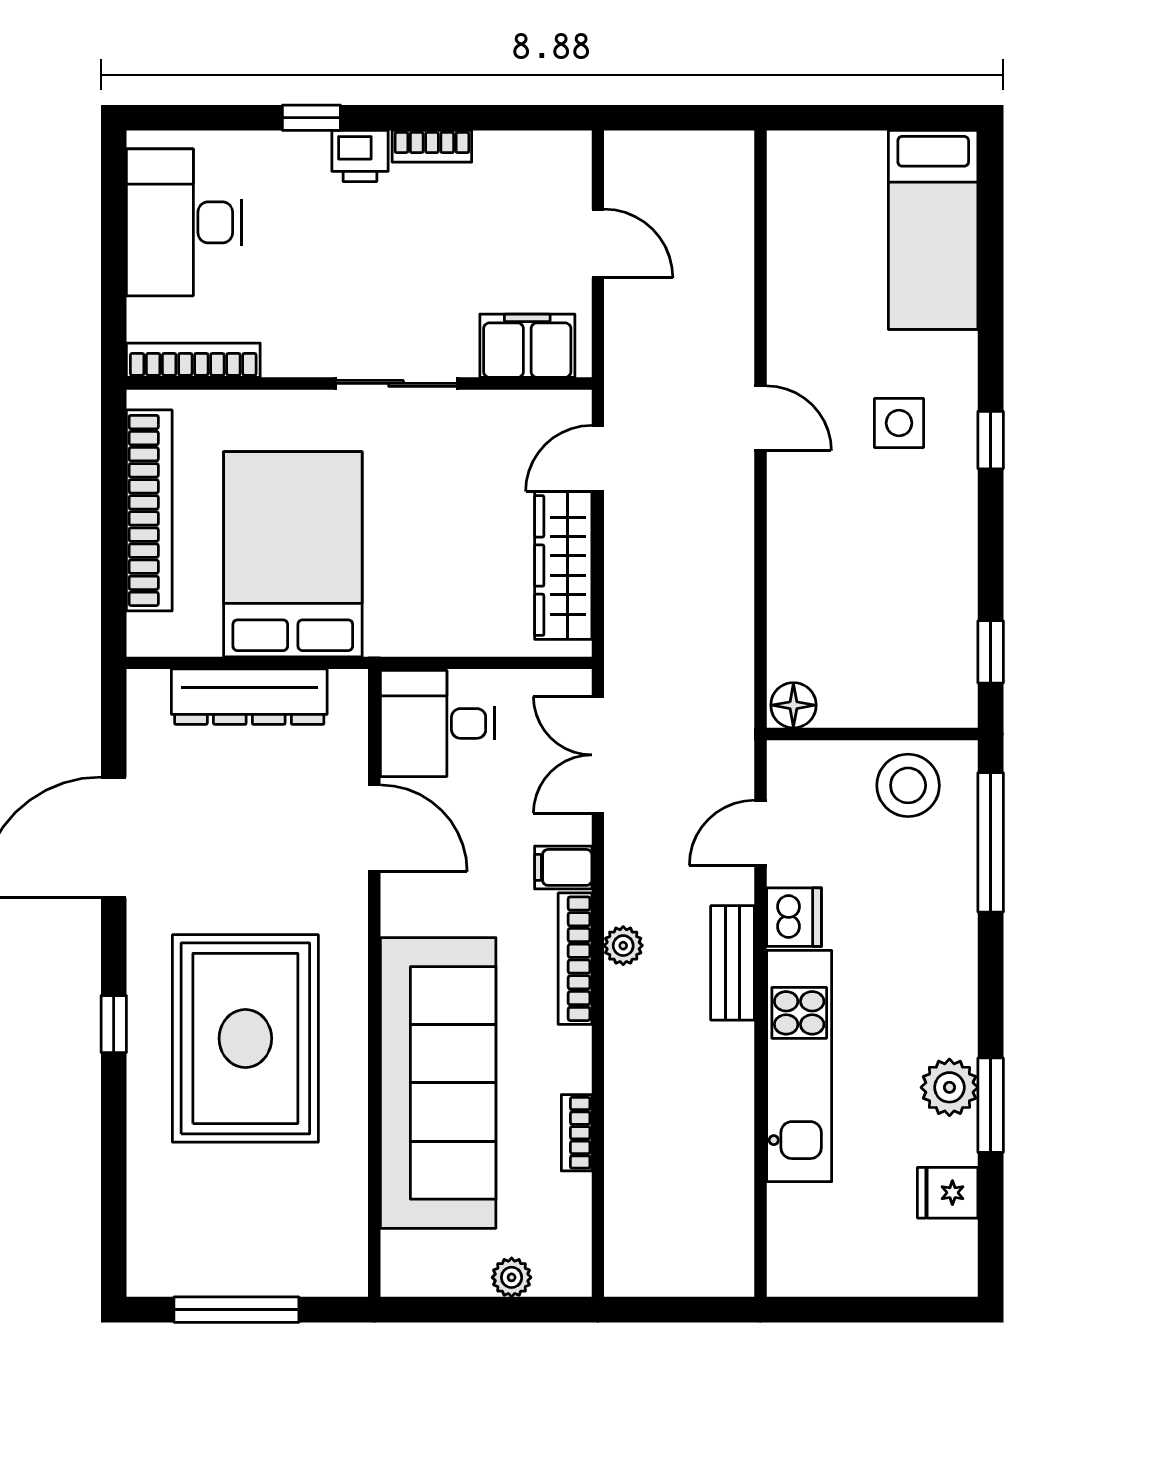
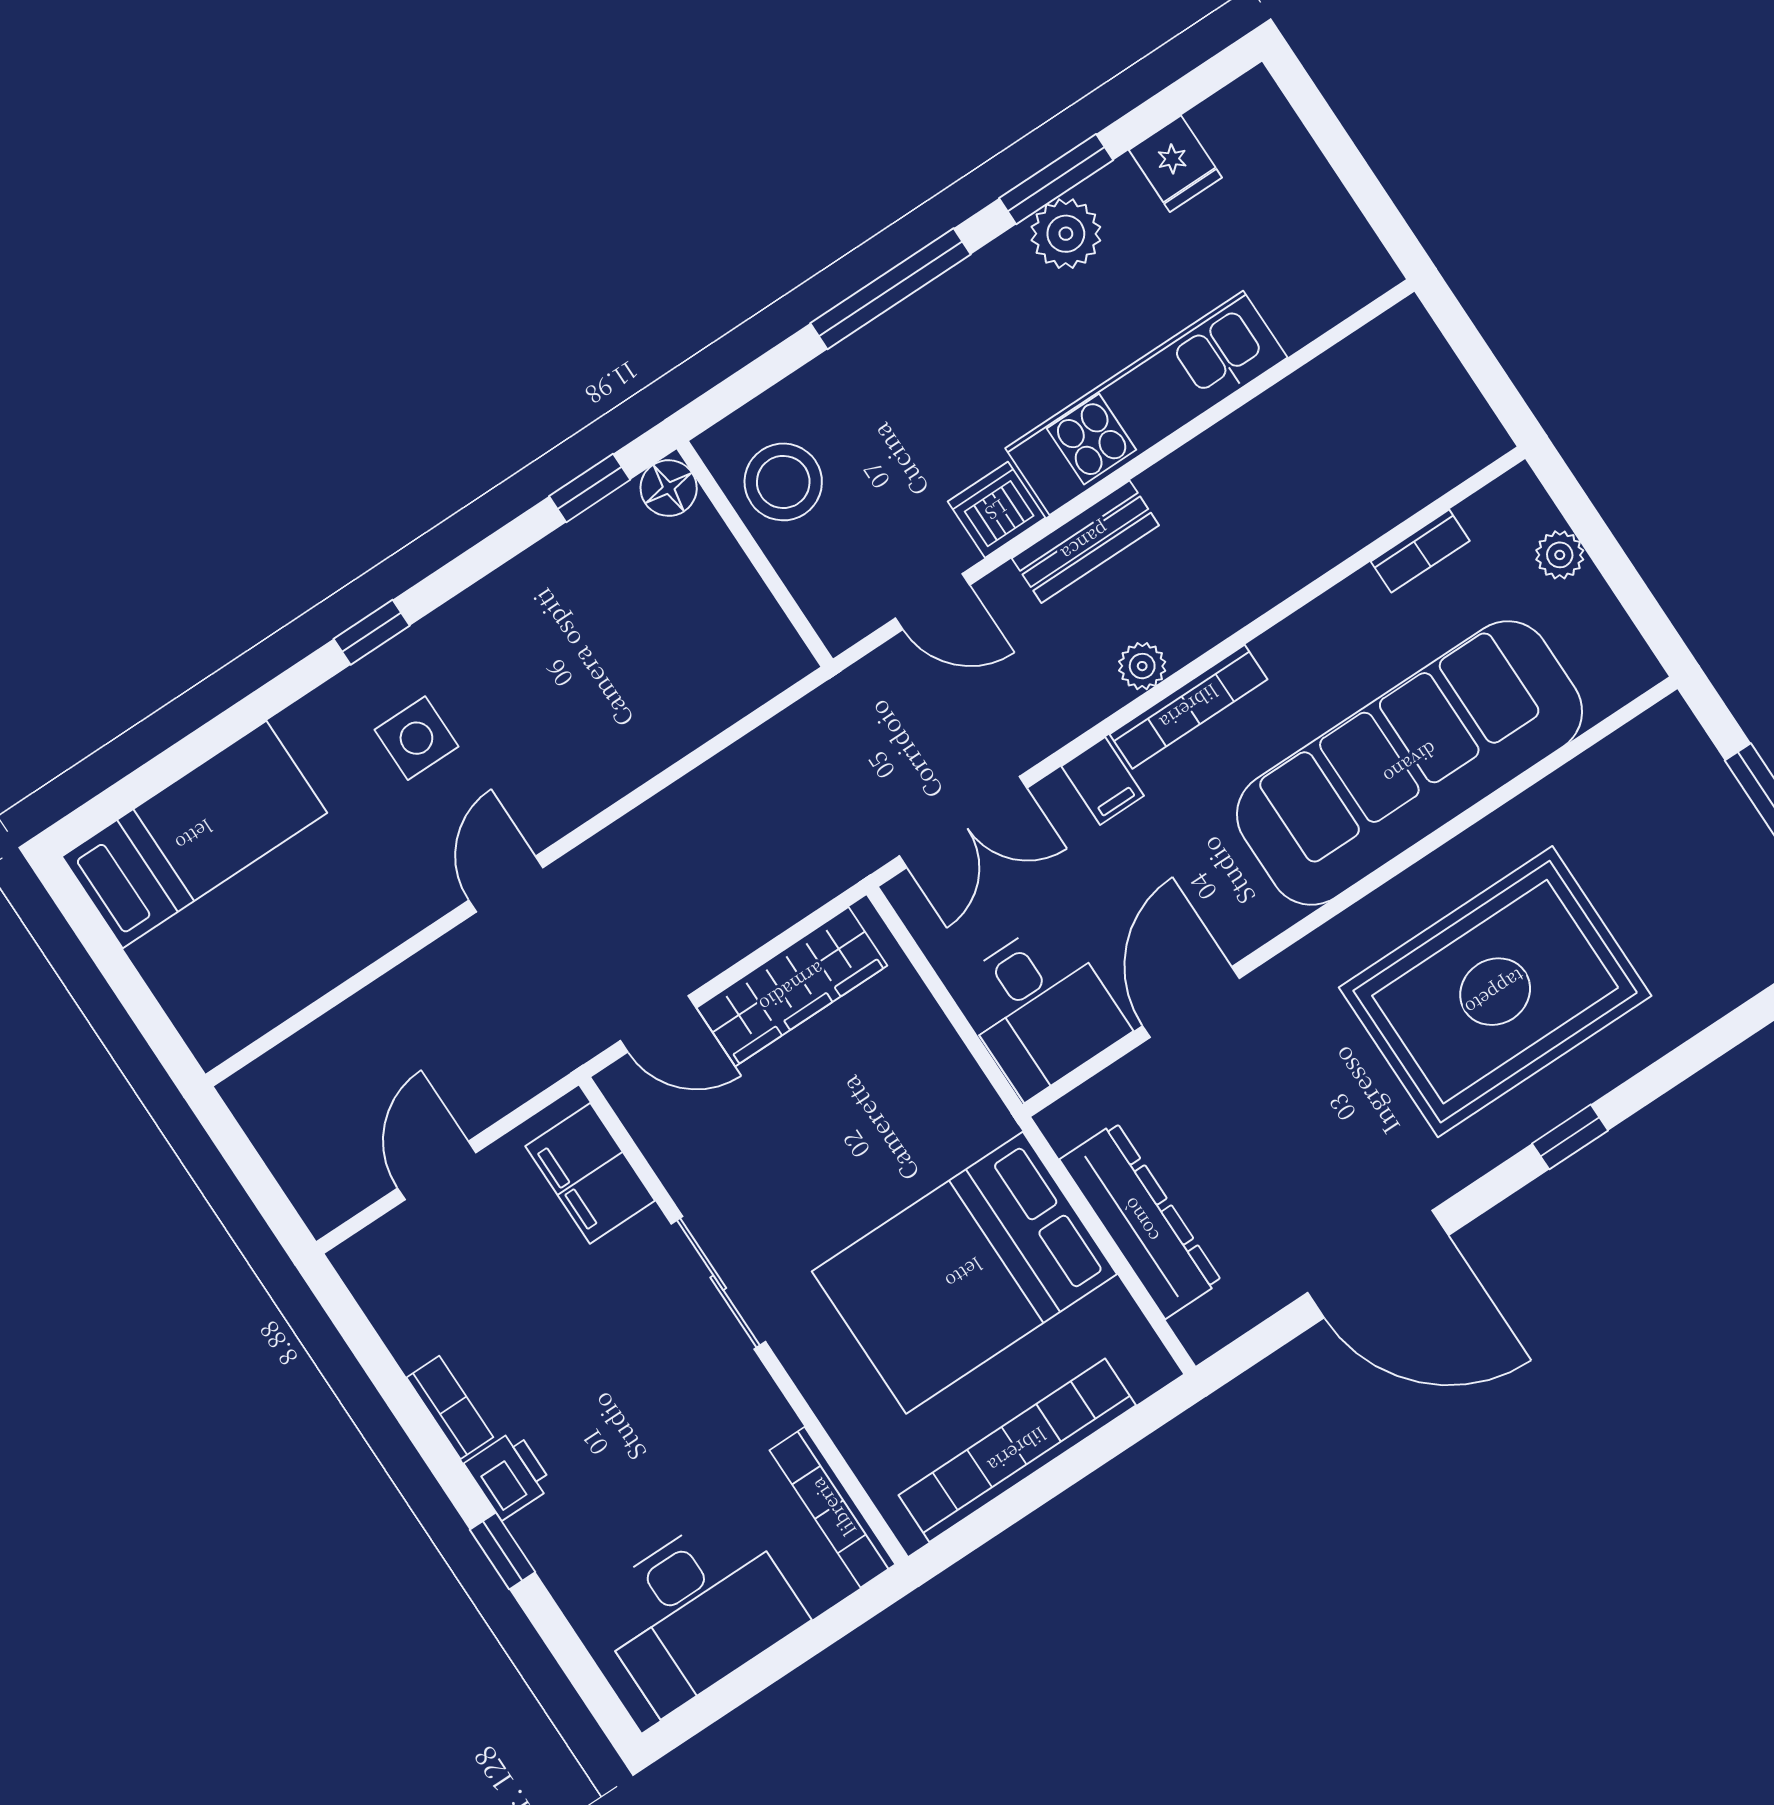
floor lamp: (793, 705) -> (669, 488), moved
window: (991, 842) -> (890, 289), moved
bookcase: (577, 1133) -> (1420, 551), moved

